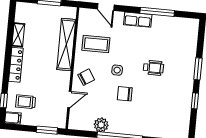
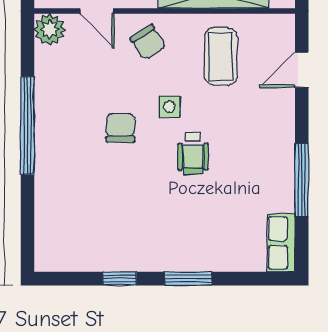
row of seats: (138, 20) -> (281, 243), moved
wheelchair: (153, 68) -> (193, 153), moved
plant: (101, 125) -> (50, 29), moved

